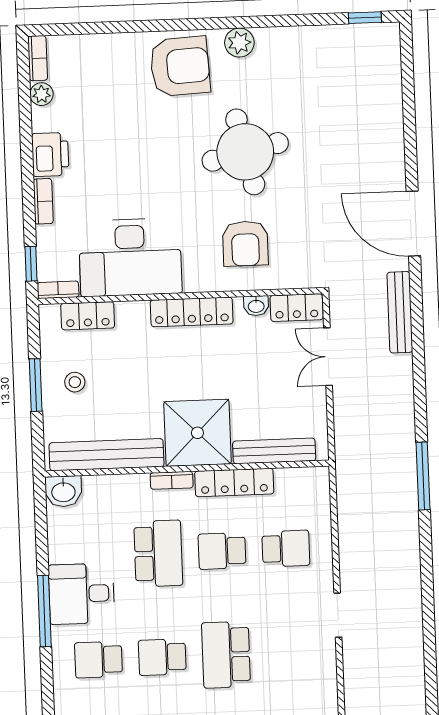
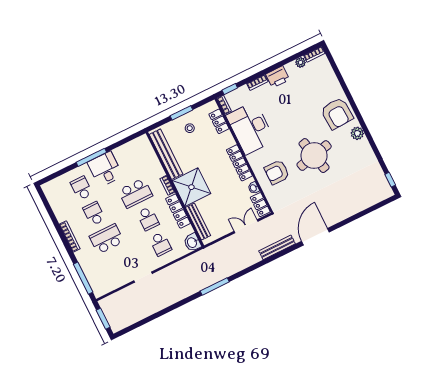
washbasin: (63, 491) -> (192, 242), moved
school desk: (222, 551) -> (148, 219), turned 180

